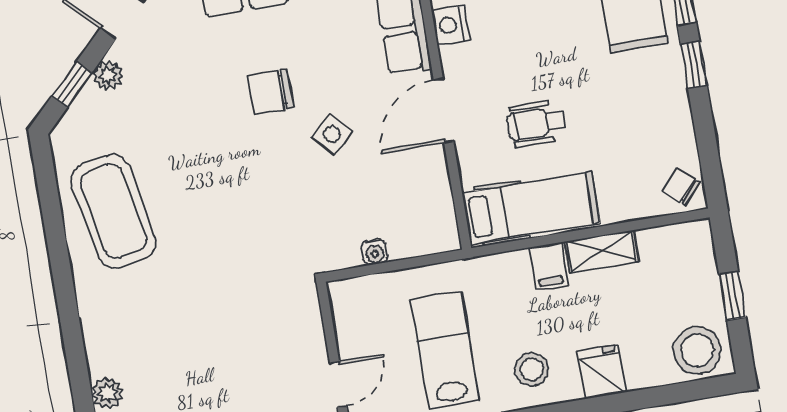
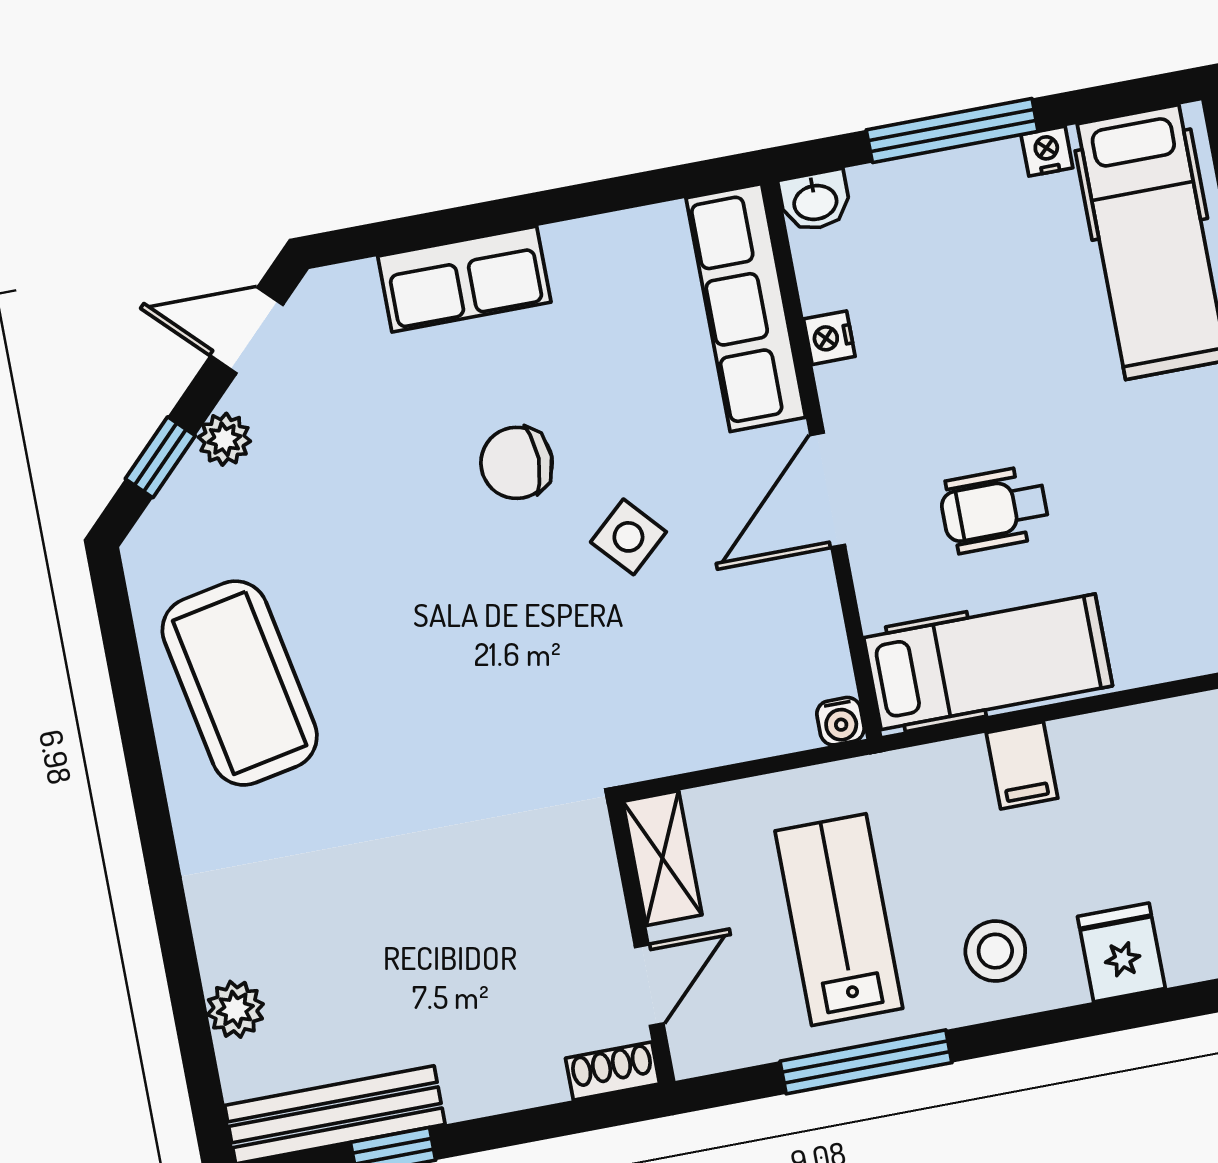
nightstand: (450, 25) -> (829, 338), width x0.72, depth x0.74
water cooler: (374, 252) -> (841, 721), moved
shelving: (601, 252) -> (662, 858), moved, turned 90

